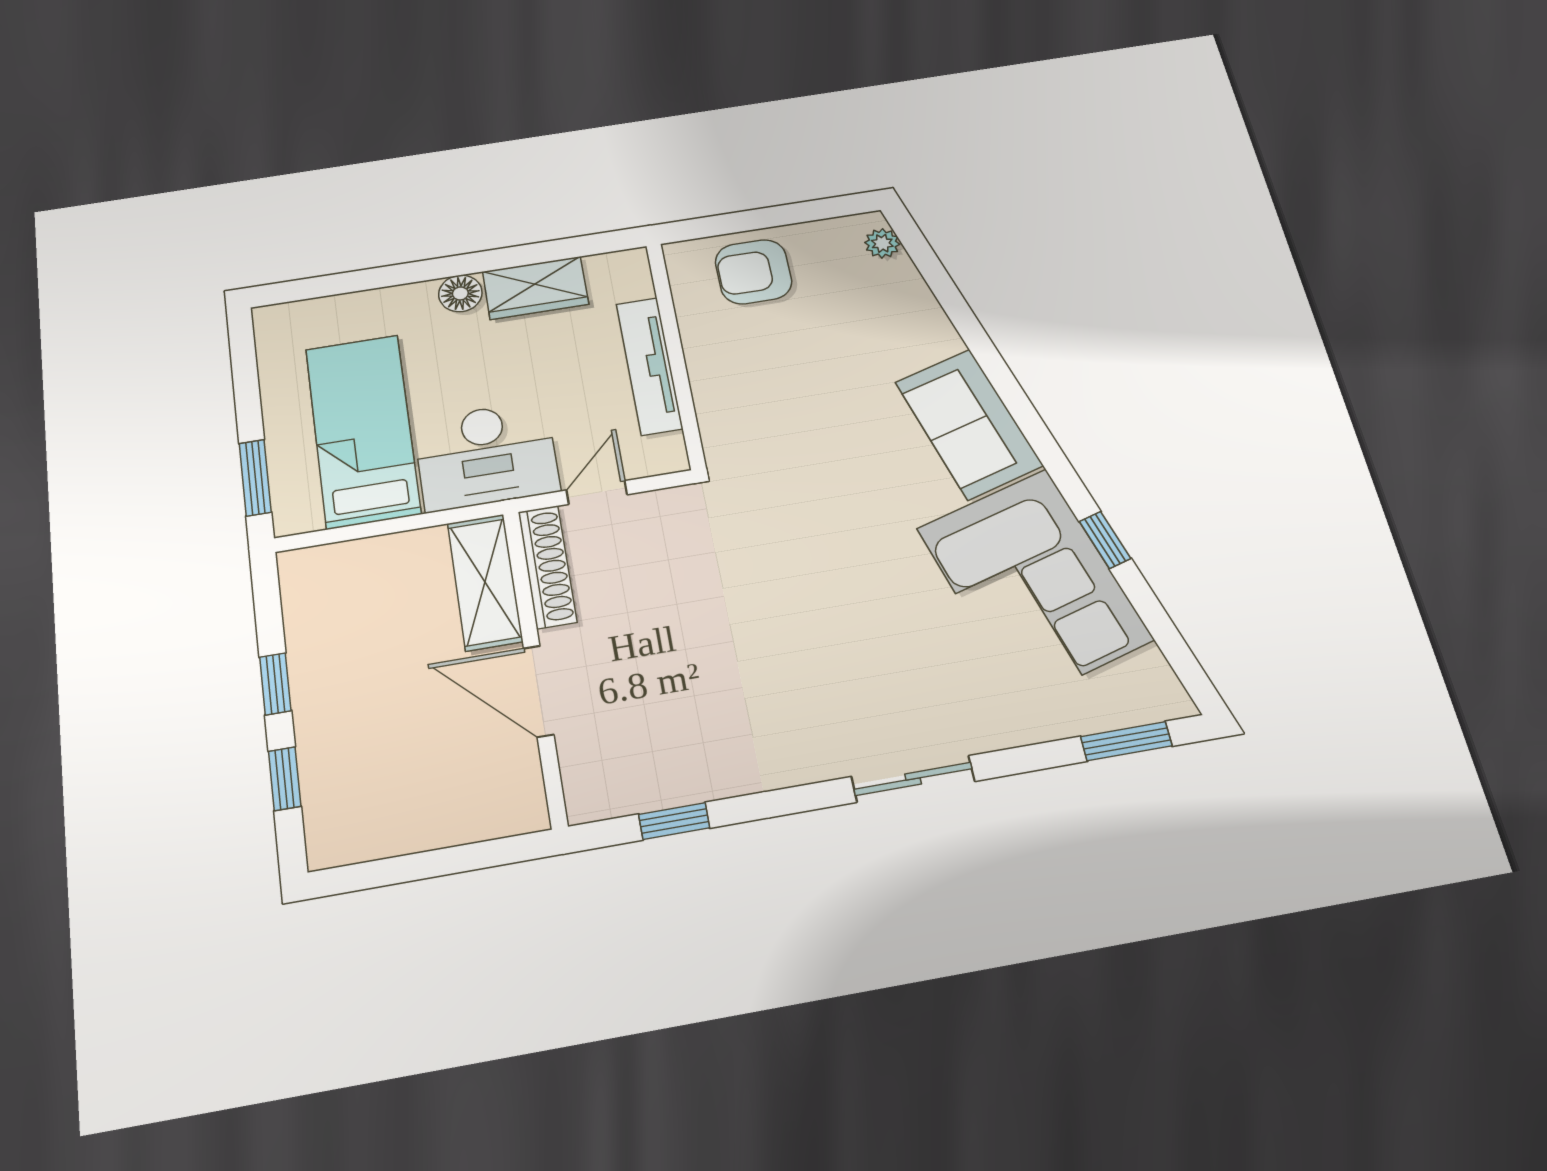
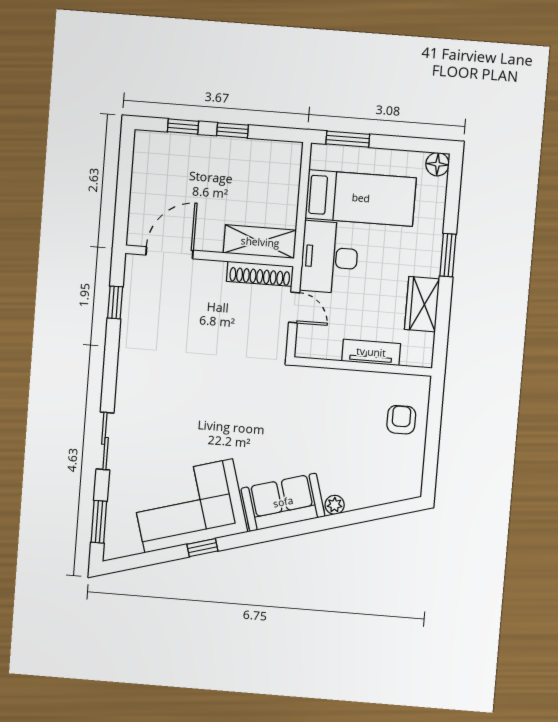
plant: (882, 243) -> (335, 505), moved
window: (436, 269) -> (448, 255), added
armchair: (753, 272) -> (401, 420), width x0.72, depth x0.72
floor lamp: (460, 293) -> (437, 164), moved
tv unit: (649, 366) -> (371, 352), width x0.71
door: (539, 691) -> (169, 253), moved
sliding door: (913, 779) -> (105, 441), moved

